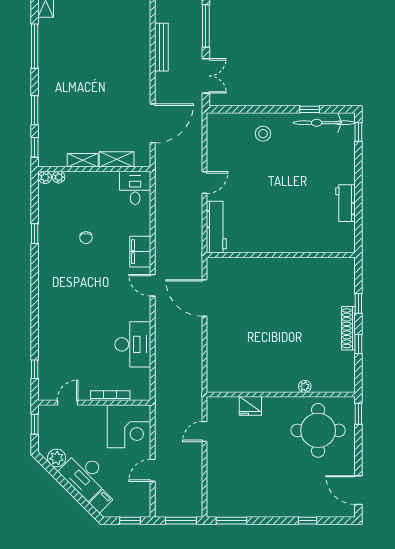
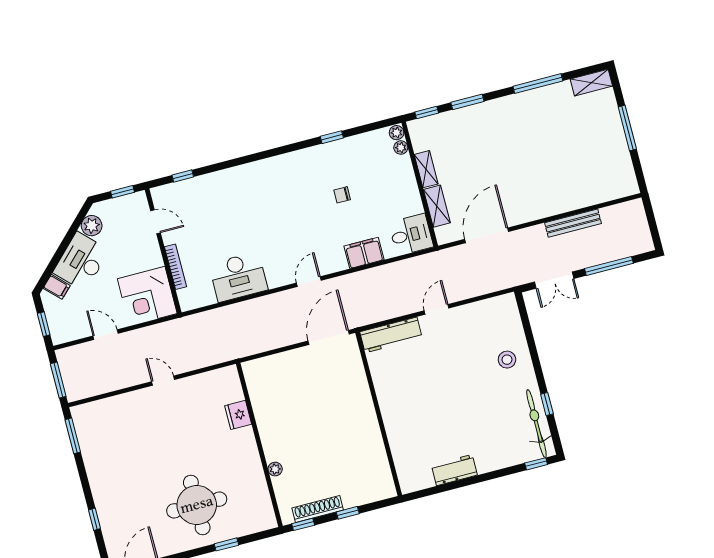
door: (153, 123) -> (487, 235), swing flipped
door: (205, 183) -> (437, 309), swing flipped
filing cabinet: (140, 252) -> (364, 253), moved
door: (205, 298) -> (329, 337), moved
plant: (305, 386) -> (275, 469), moved
wall: (281, 395) -> (259, 445), moved
fridge: (250, 406) -> (238, 415), moved

